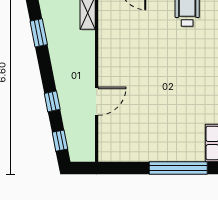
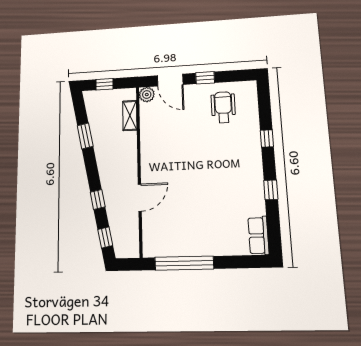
window: (178, 168) -> (184, 263), moved

